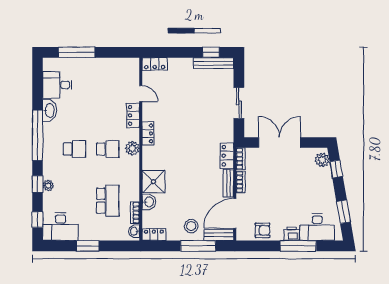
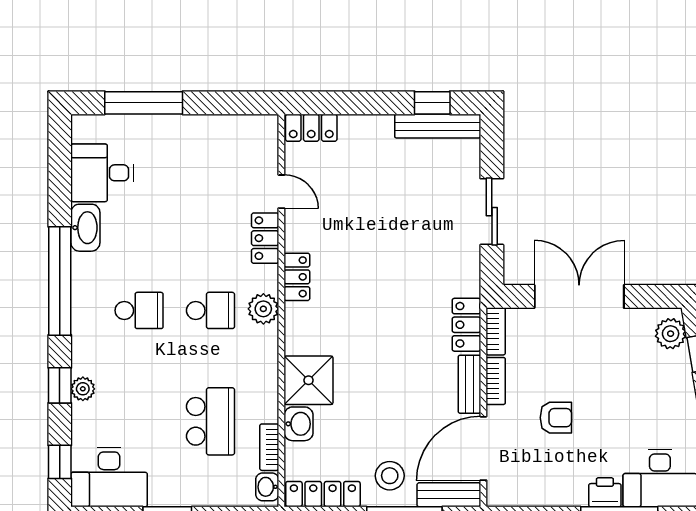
armchair: (263, 230) -> (556, 418), moved
locker: (154, 235) -> (323, 494), width x1.53

